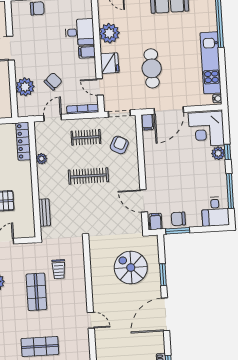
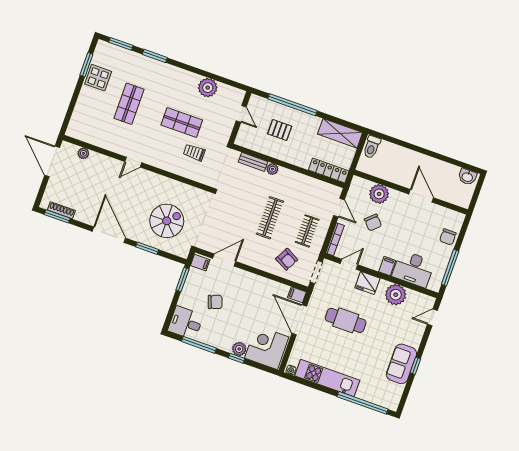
desk: (80, 32) -> (413, 269), width x1.37
plant: (41, 159) -> (272, 169), moved
chair: (178, 219) -> (215, 302), moved, turned 70

